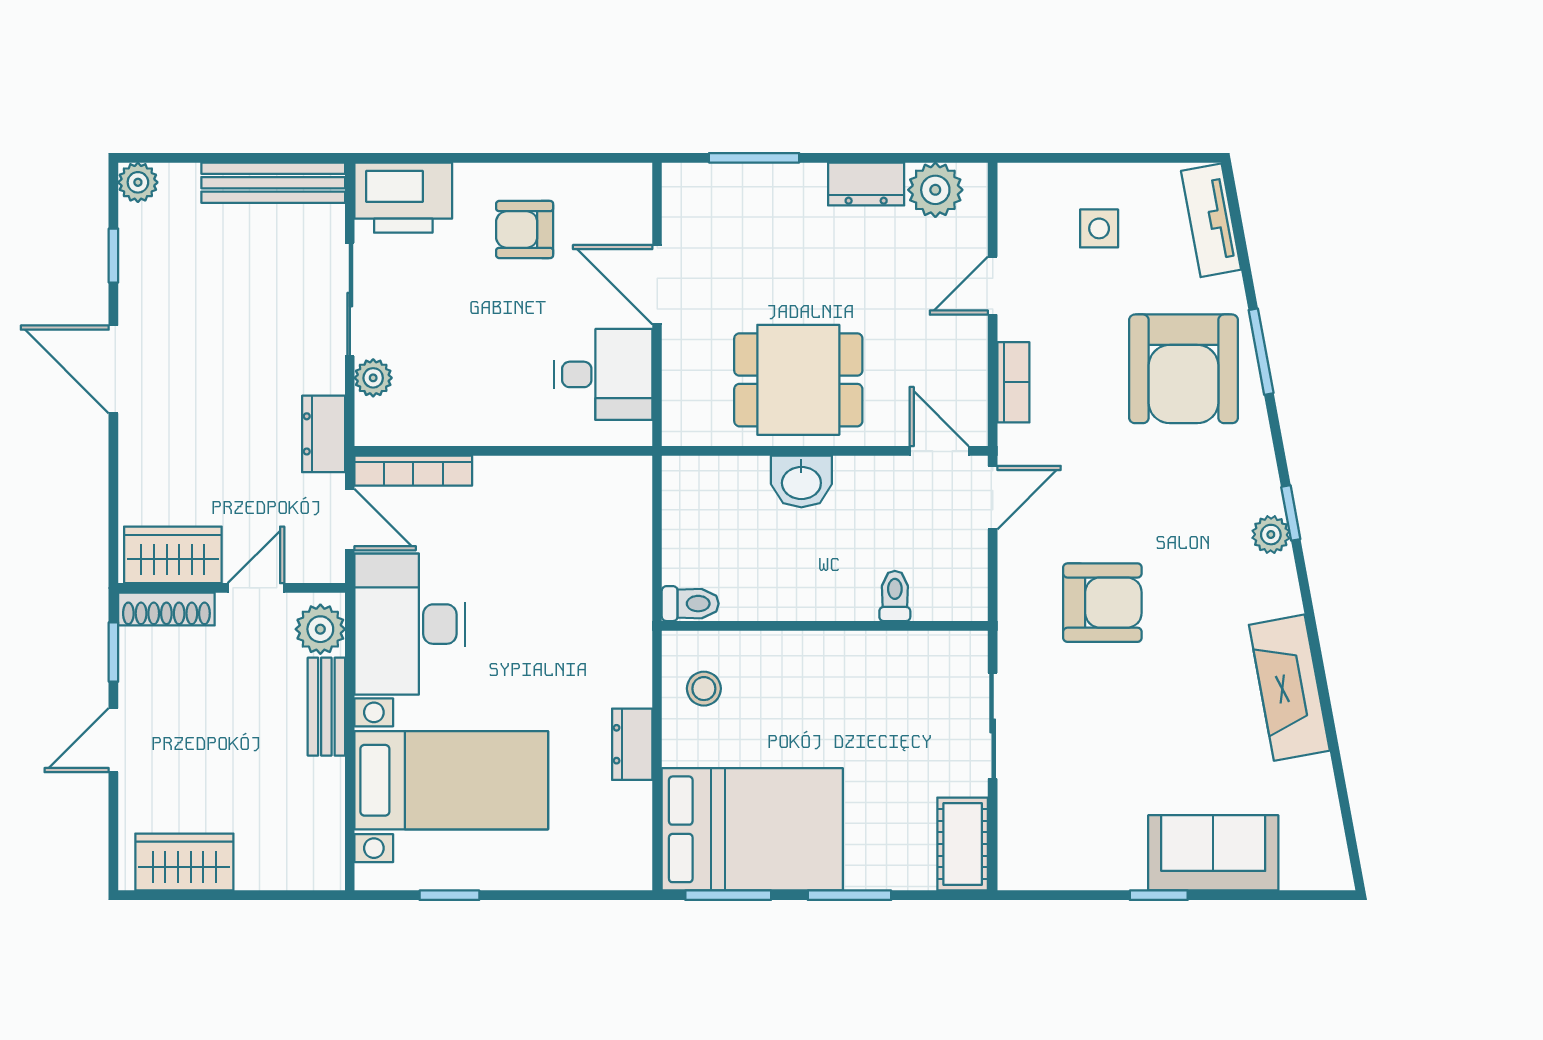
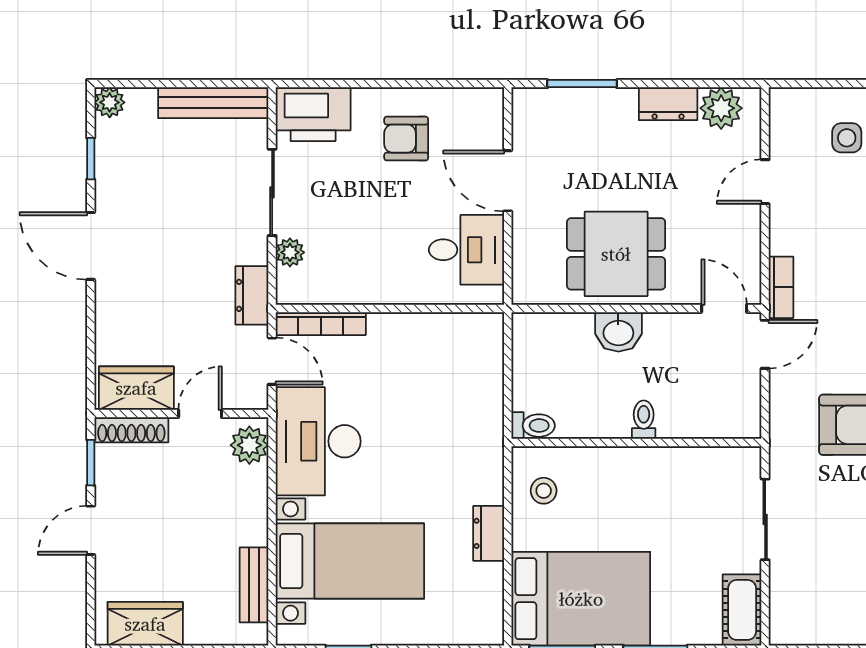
bookcase: (1013, 382) -> (781, 287), moved
toilet: (895, 596) -> (644, 420), moved
bench: (326, 707) -> (254, 585), moved

